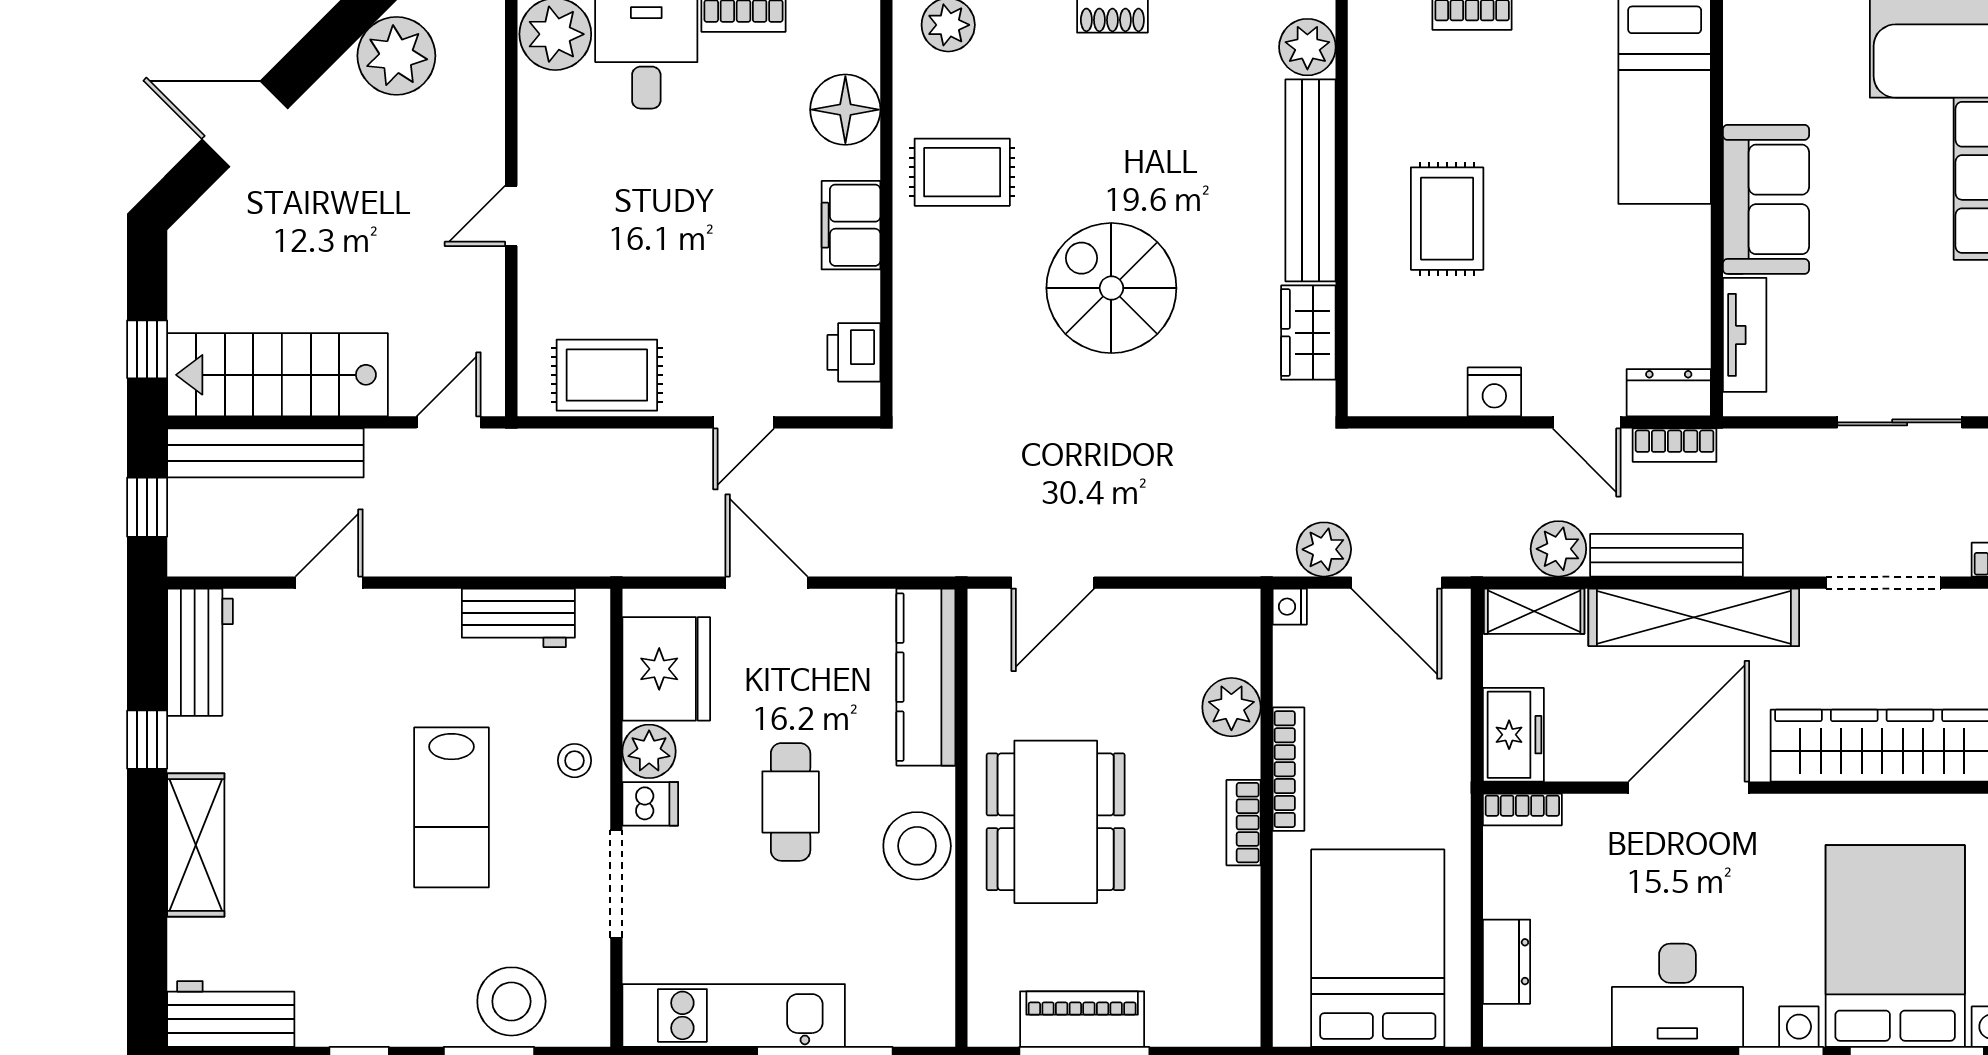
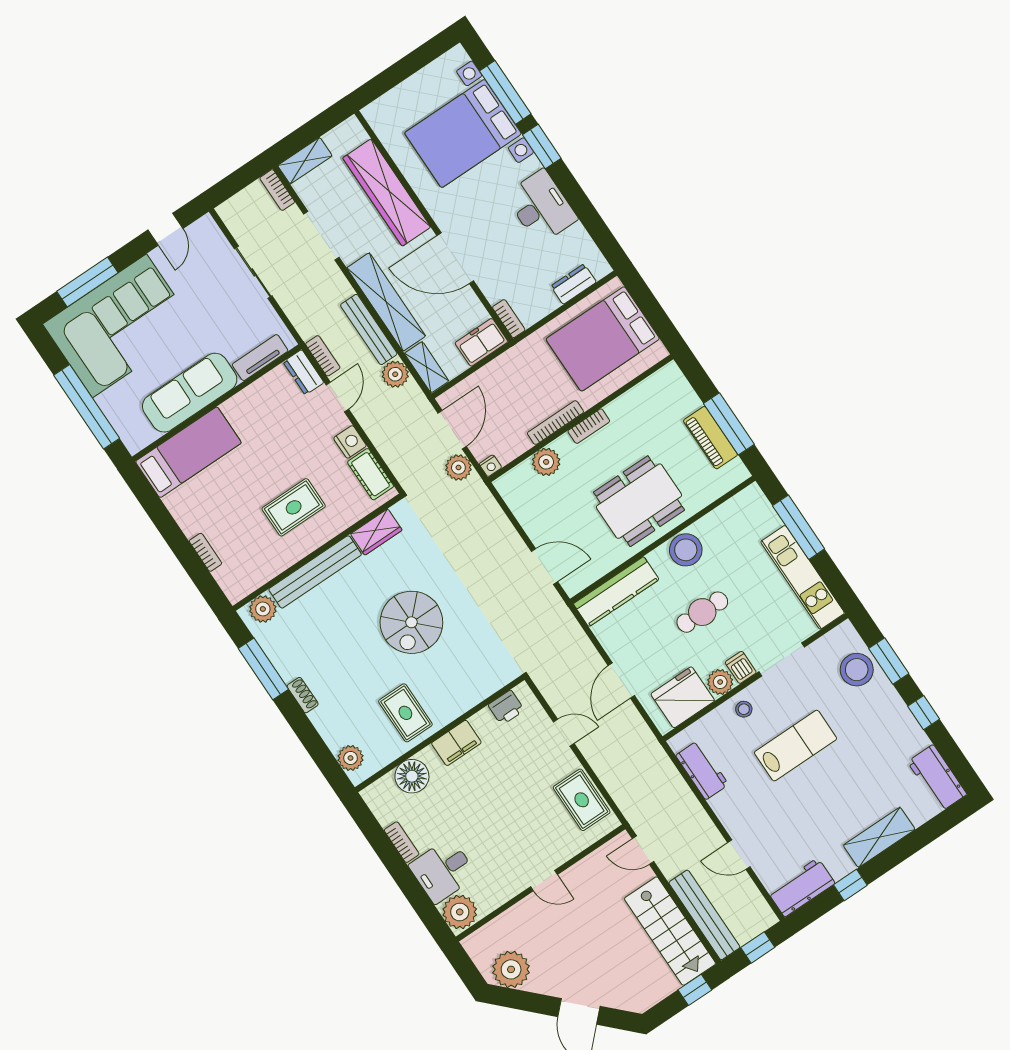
sofa: (1766, 199) -> (190, 393), width x1.36
cot: (1415, 390) -> (371, 474), added

